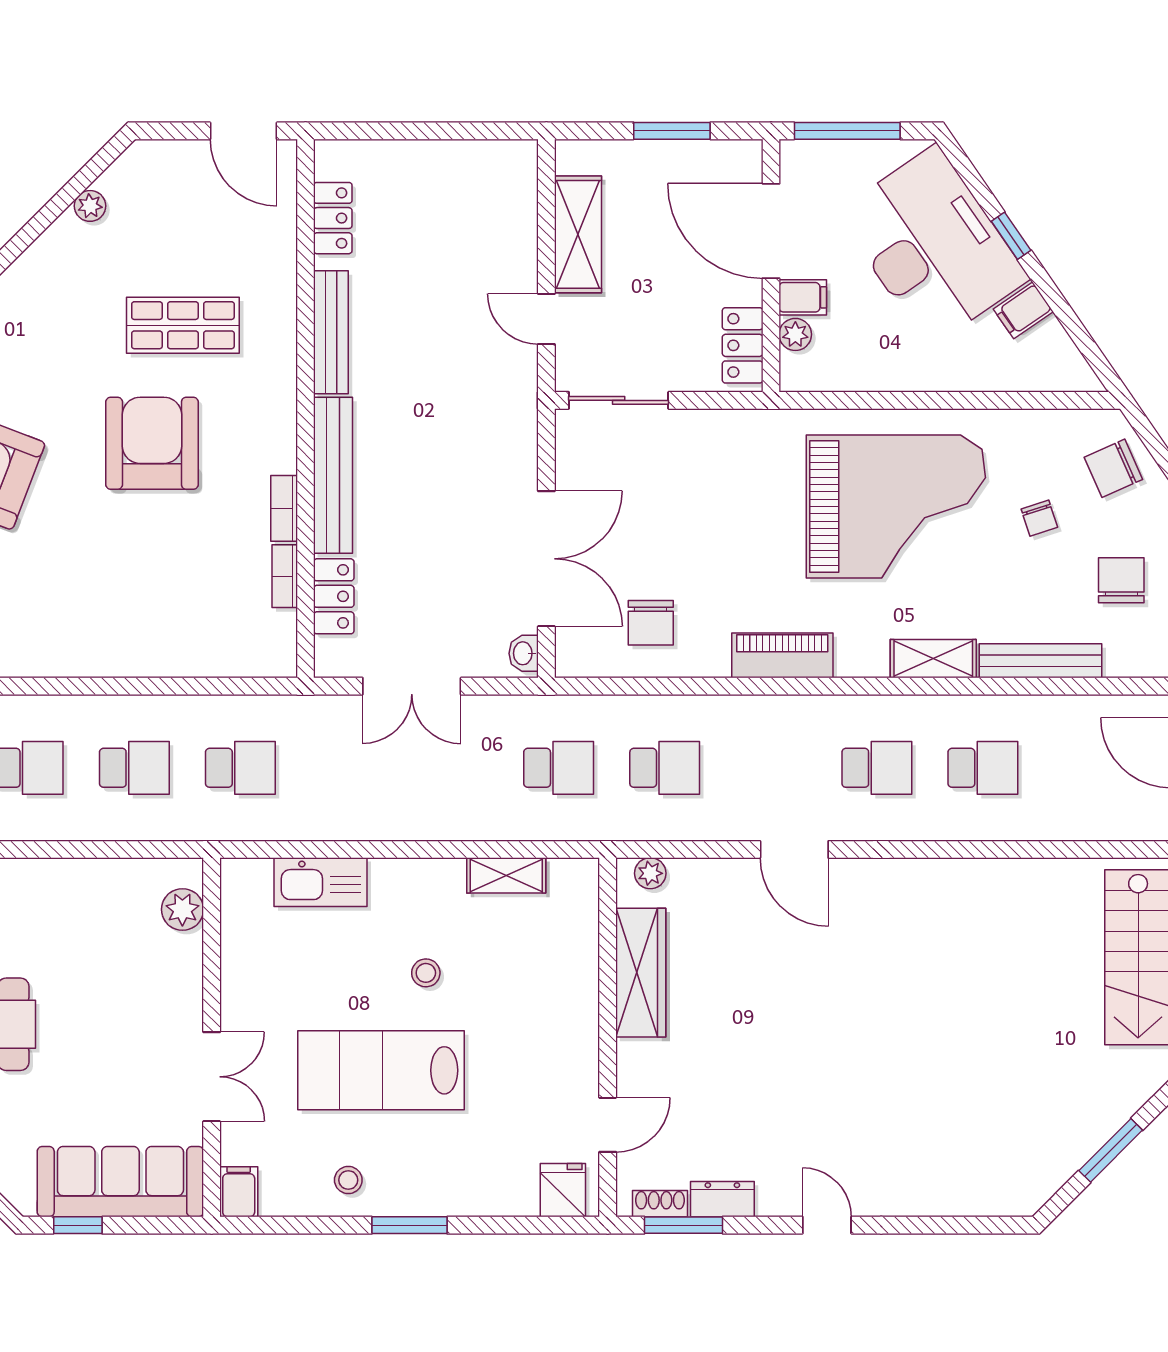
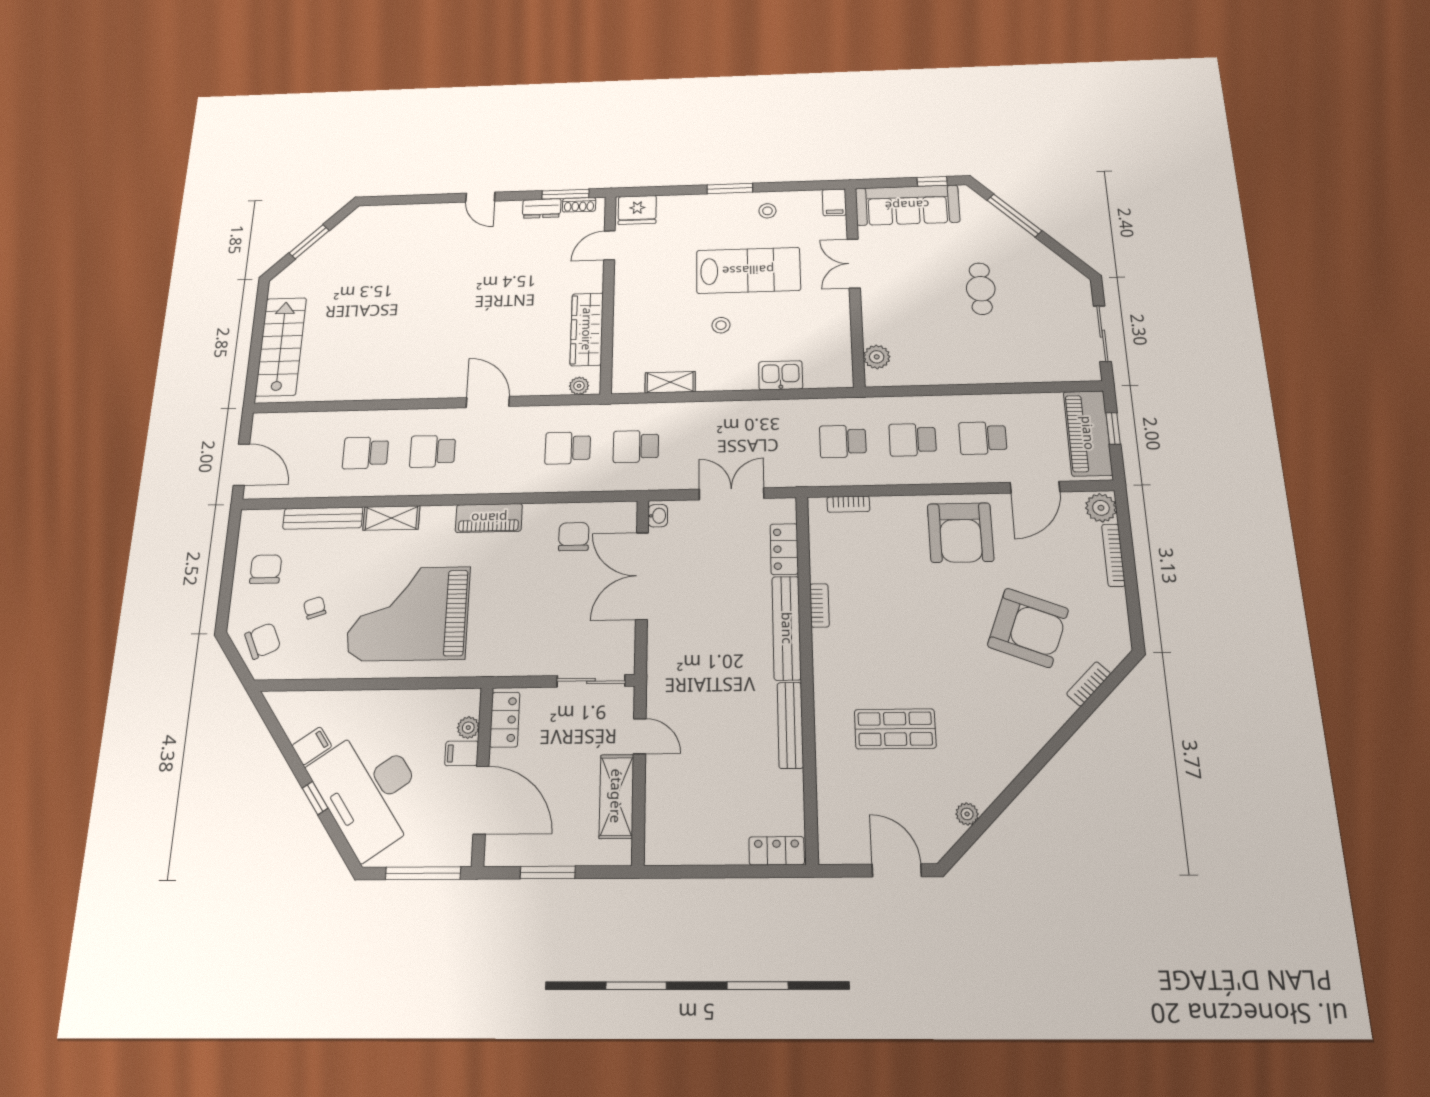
door: (244, 131) -> (897, 870), moved
locker: (333, 218) -> (777, 851), moved, turned 90
armchair: (152, 443) -> (960, 533), moved
bookcase: (285, 576) -> (848, 504), moved, turned 90
chair: (1121, 580) -> (266, 569), turned 180
kitchen sink: (320, 882) -> (781, 375), width x0.73
fridge: (563, 1190) -> (637, 210), width x1.38

